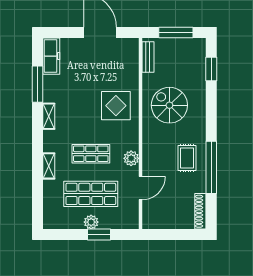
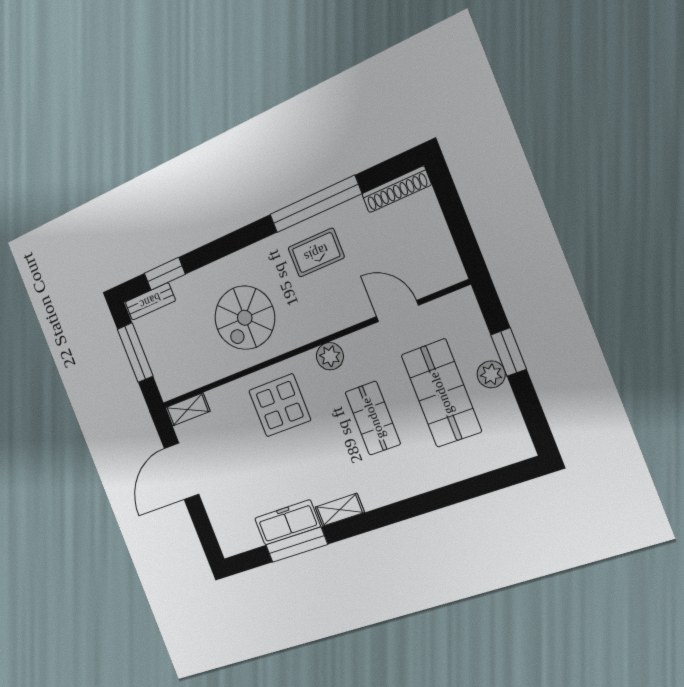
freezer: (51, 56) -> (287, 522), moved
bench: (148, 57) -> (150, 301), moved
plant: (131, 158) -> (330, 356), moved
shelving: (49, 166) -> (188, 409), moved

